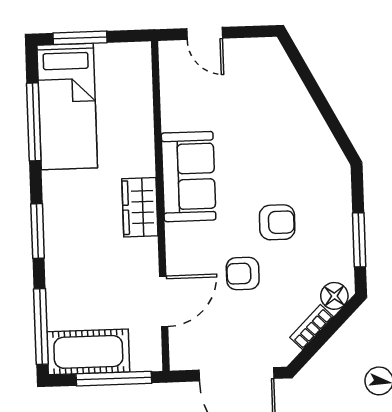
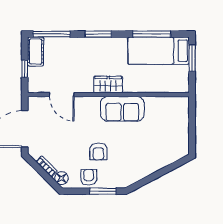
door: (205, 33) -> (192, 119), removed
window: (359, 240) -> (103, 191), moved
armchair: (243, 274) -> (89, 177), moved
cot: (88, 352) -> (36, 51), width x0.73, depth x0.75
window: (114, 379) -> (25, 69), width x0.46

